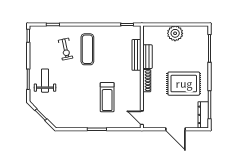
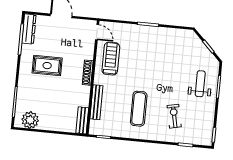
plant: (175, 33) -> (30, 120), moved
exercise mat: (87, 49) -> (139, 109), moved
bench: (148, 57) -> (82, 120), moved
weight bench: (45, 81) -> (200, 84), turned 180
rug: (184, 84) -> (47, 66), width x0.73, depth x0.70
treadmill: (107, 97) -> (111, 59), moved

